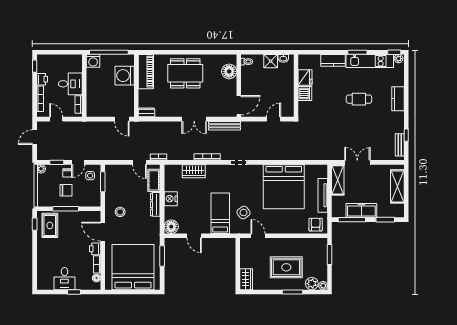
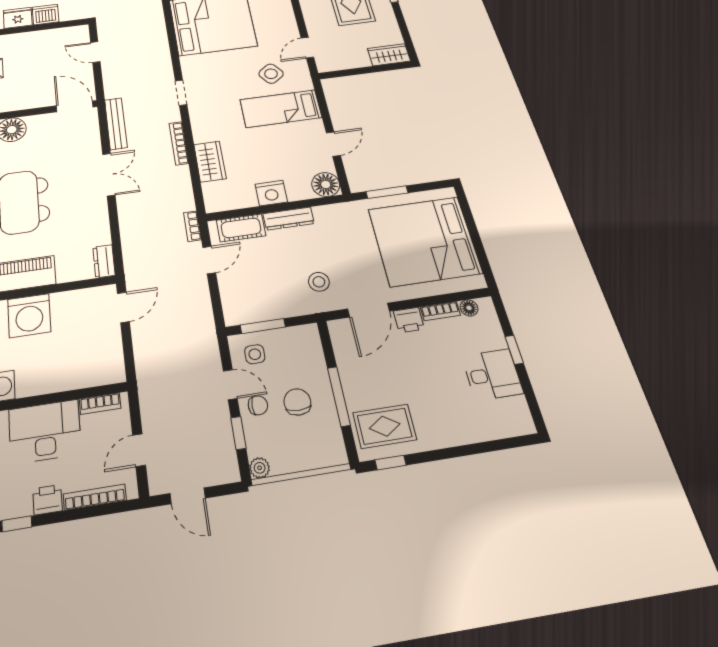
desk: (70, 84) -> (45, 431), width x1.37

